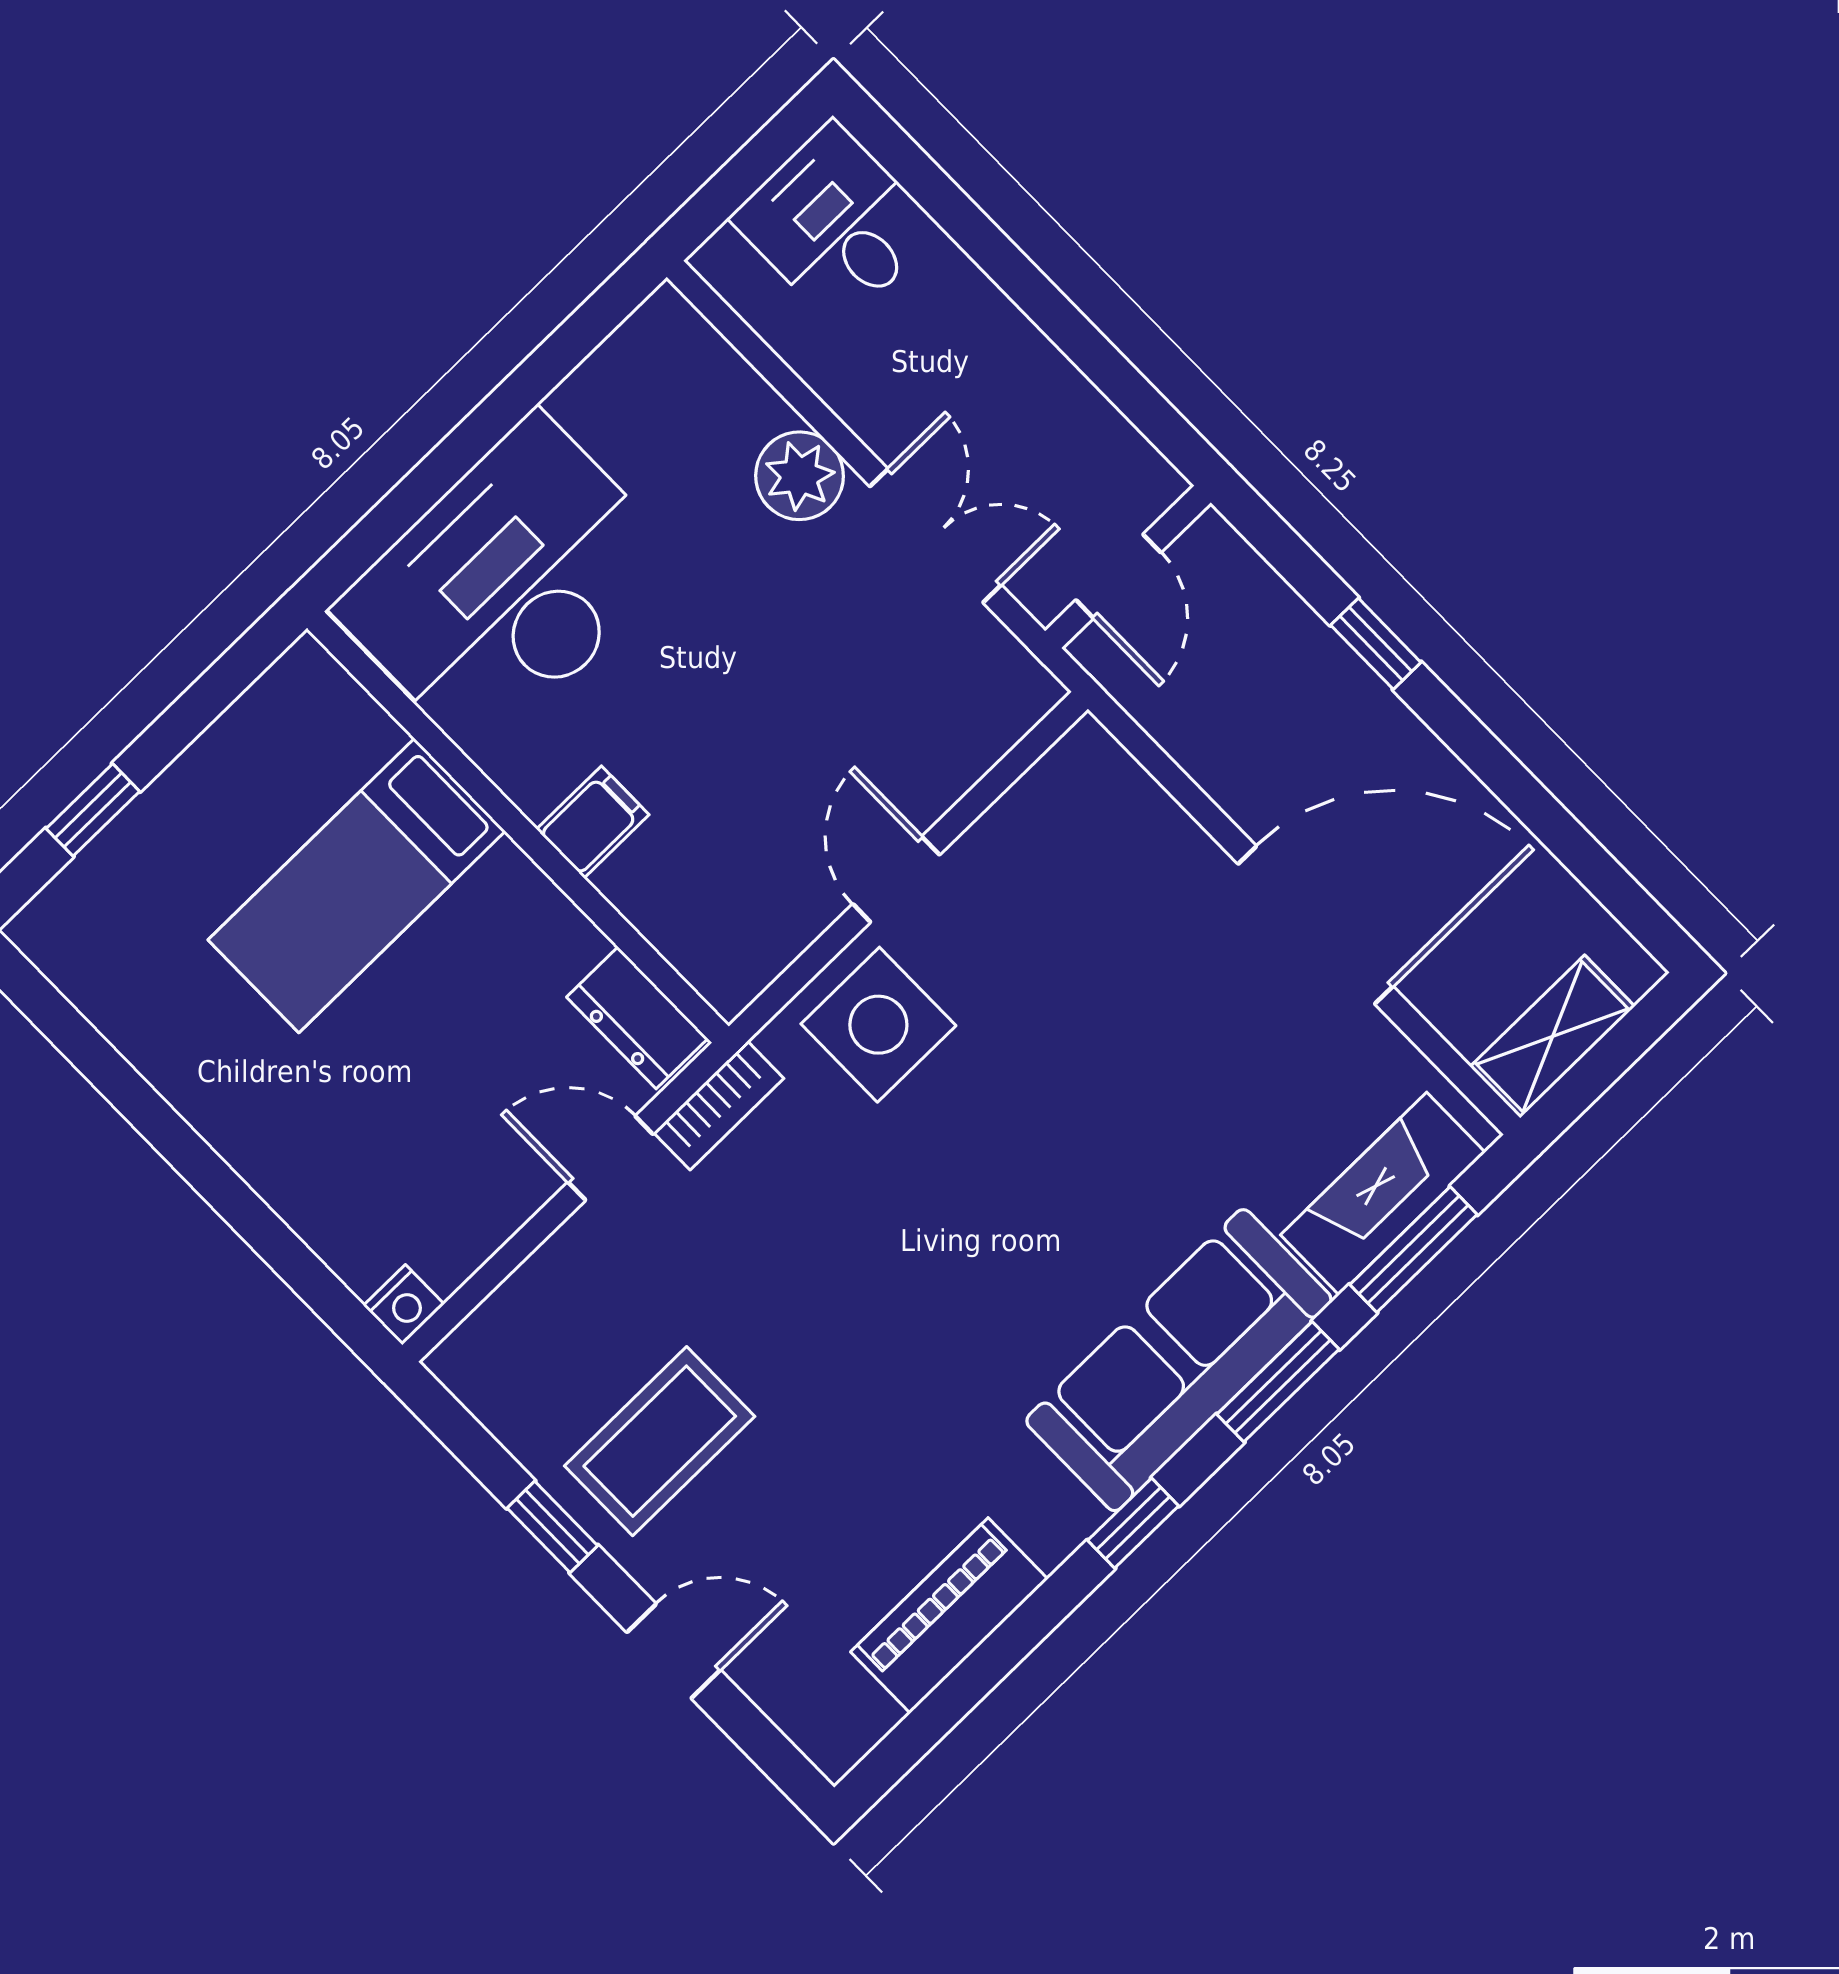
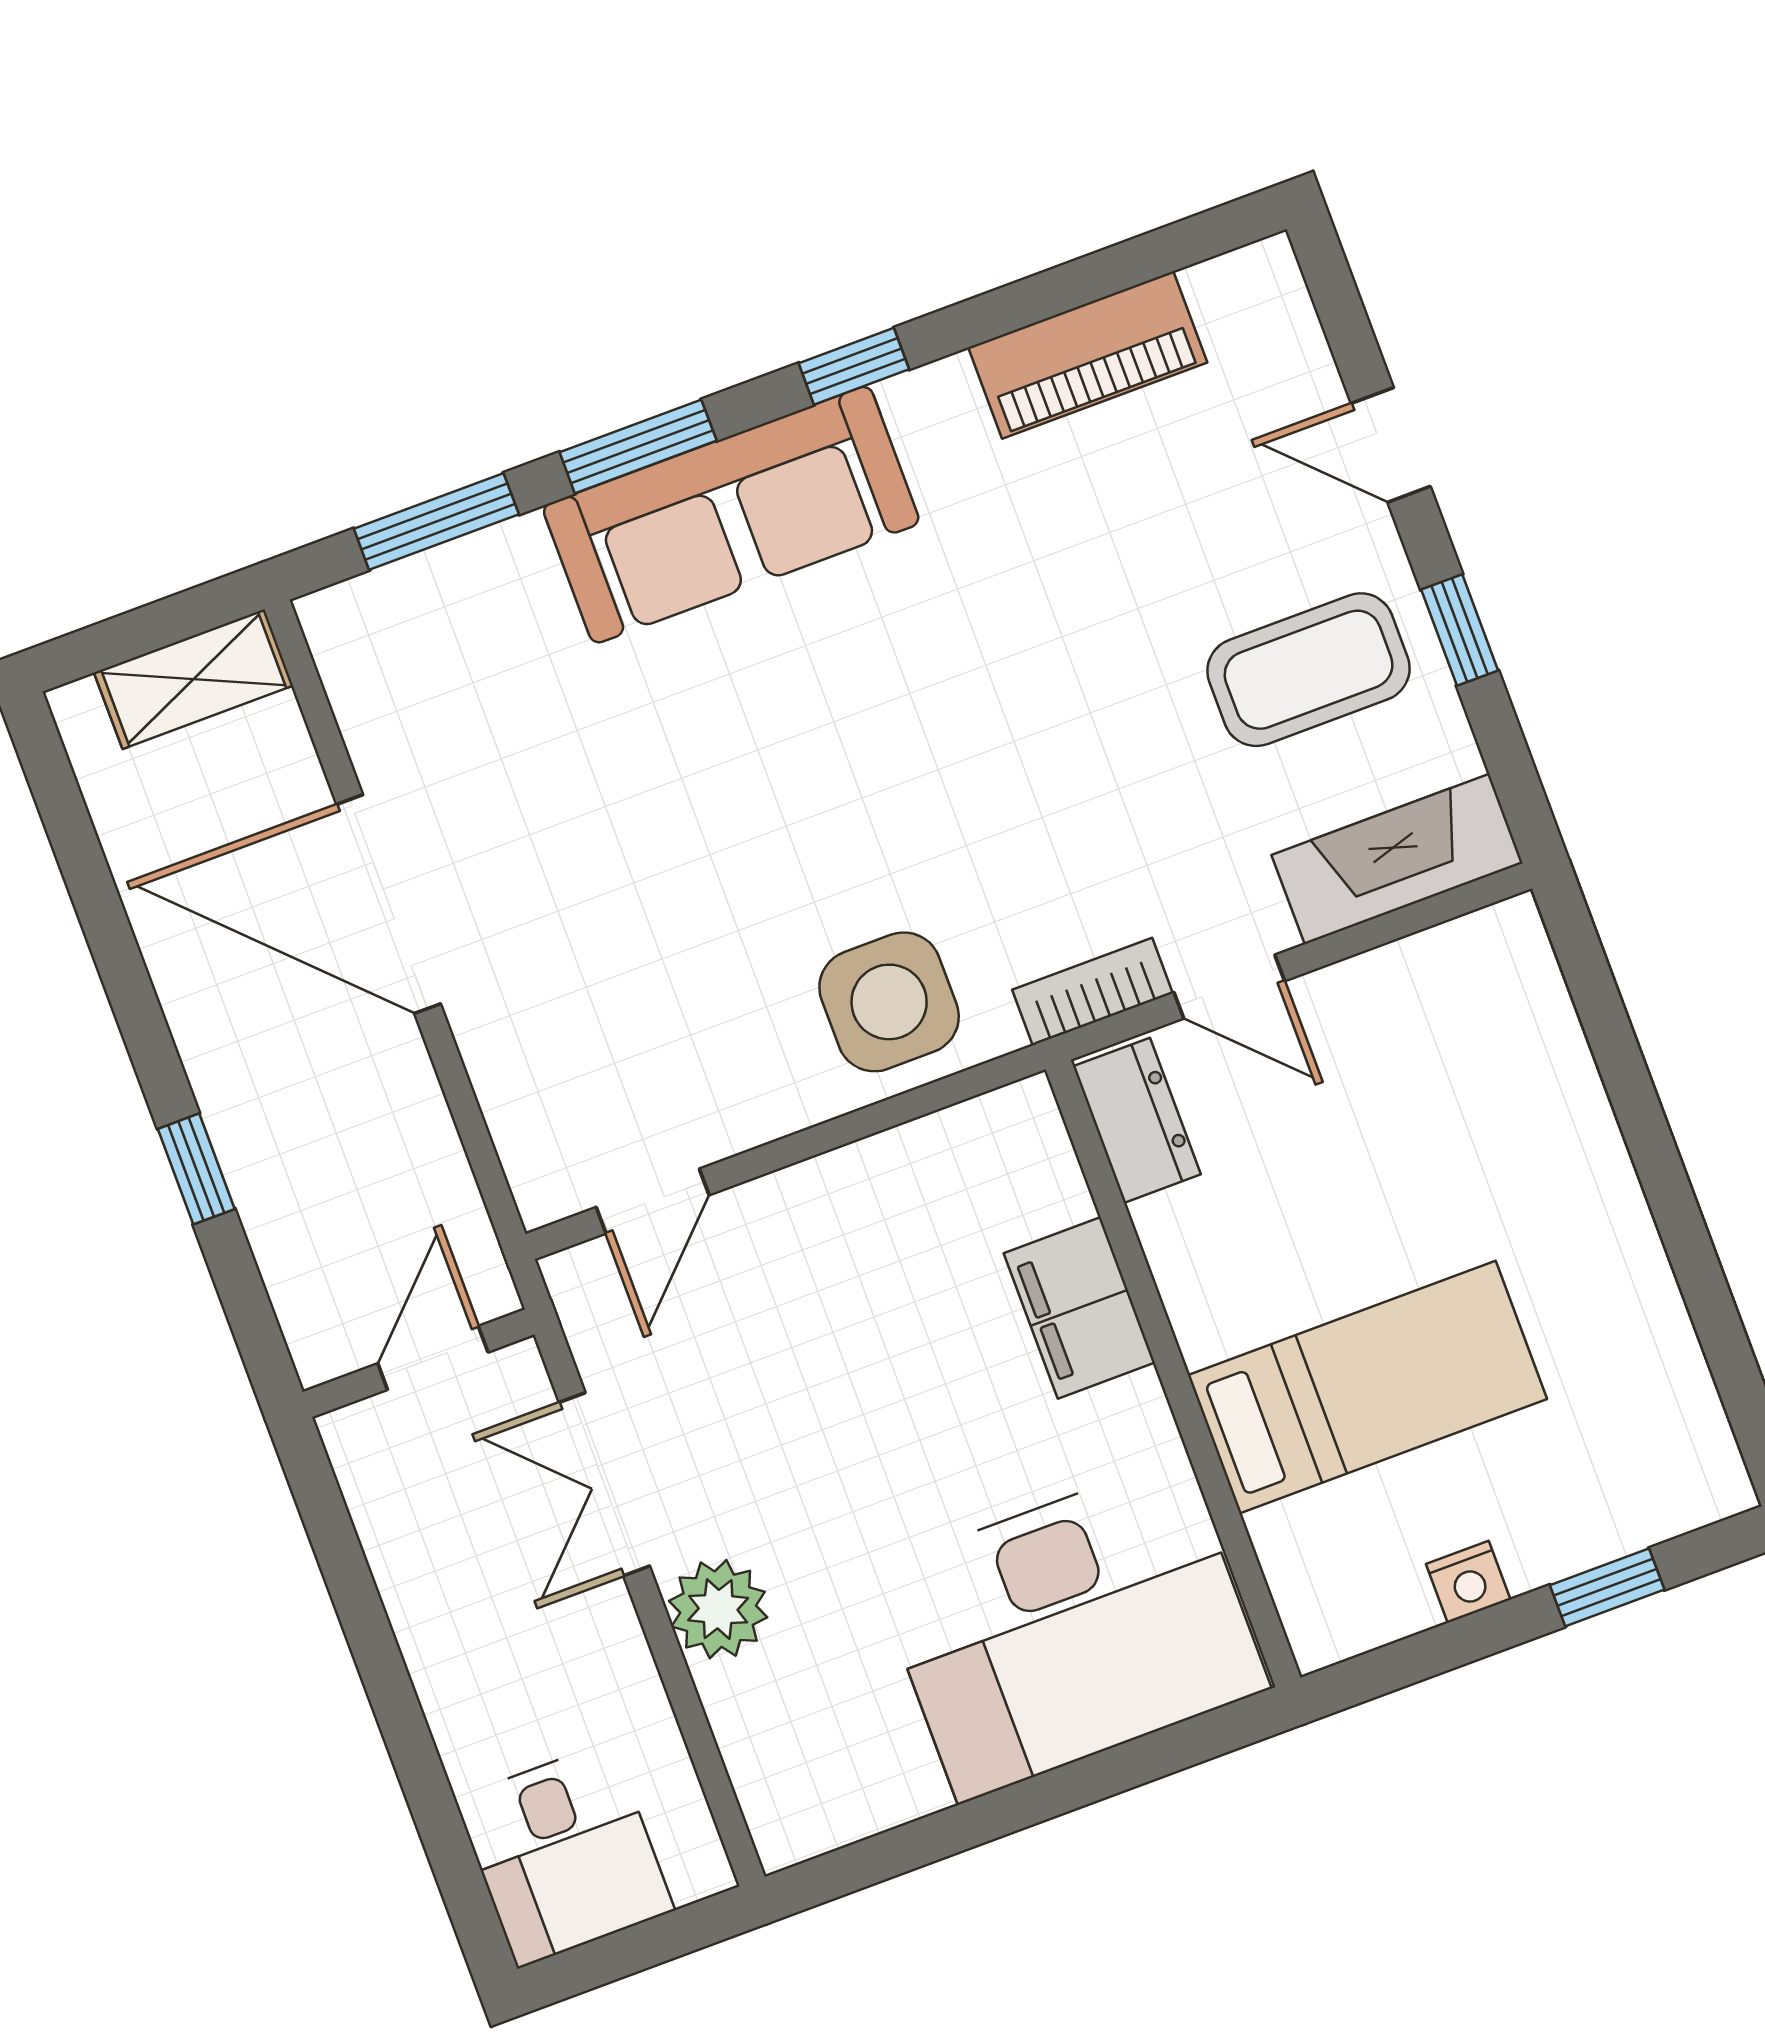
filing cabinet: (593, 822) -> (1079, 1308), width x2.00
door: (896, 879) -> (653, 1201), moved
fireplace: (1383, 1194) -> (1397, 859), moved, turned 180
nightstand: (404, 1305) -> (1468, 1582), moved, turned 180

